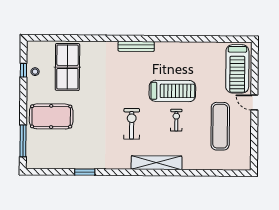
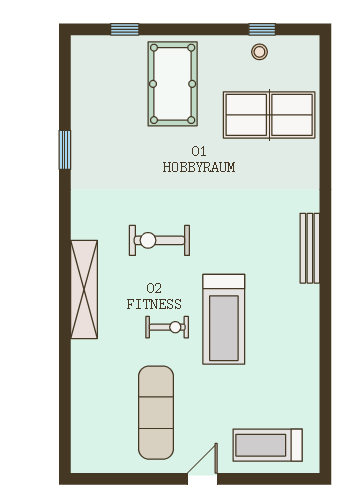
treadmill: (237, 69) -> (268, 445), width x0.73, depth x0.73
exercise bike: (132, 124) -> (159, 240), turned 180
exercise mat: (220, 126) -> (156, 413), turned 90
window: (23, 141) -> (125, 29), width x0.46

